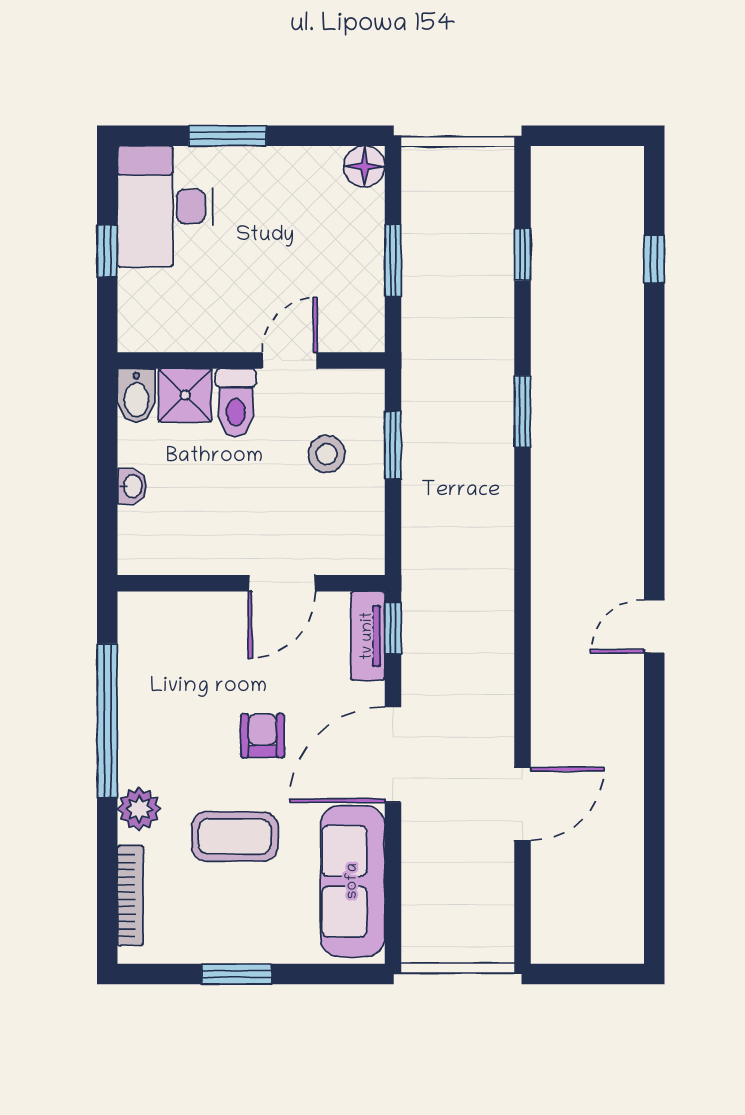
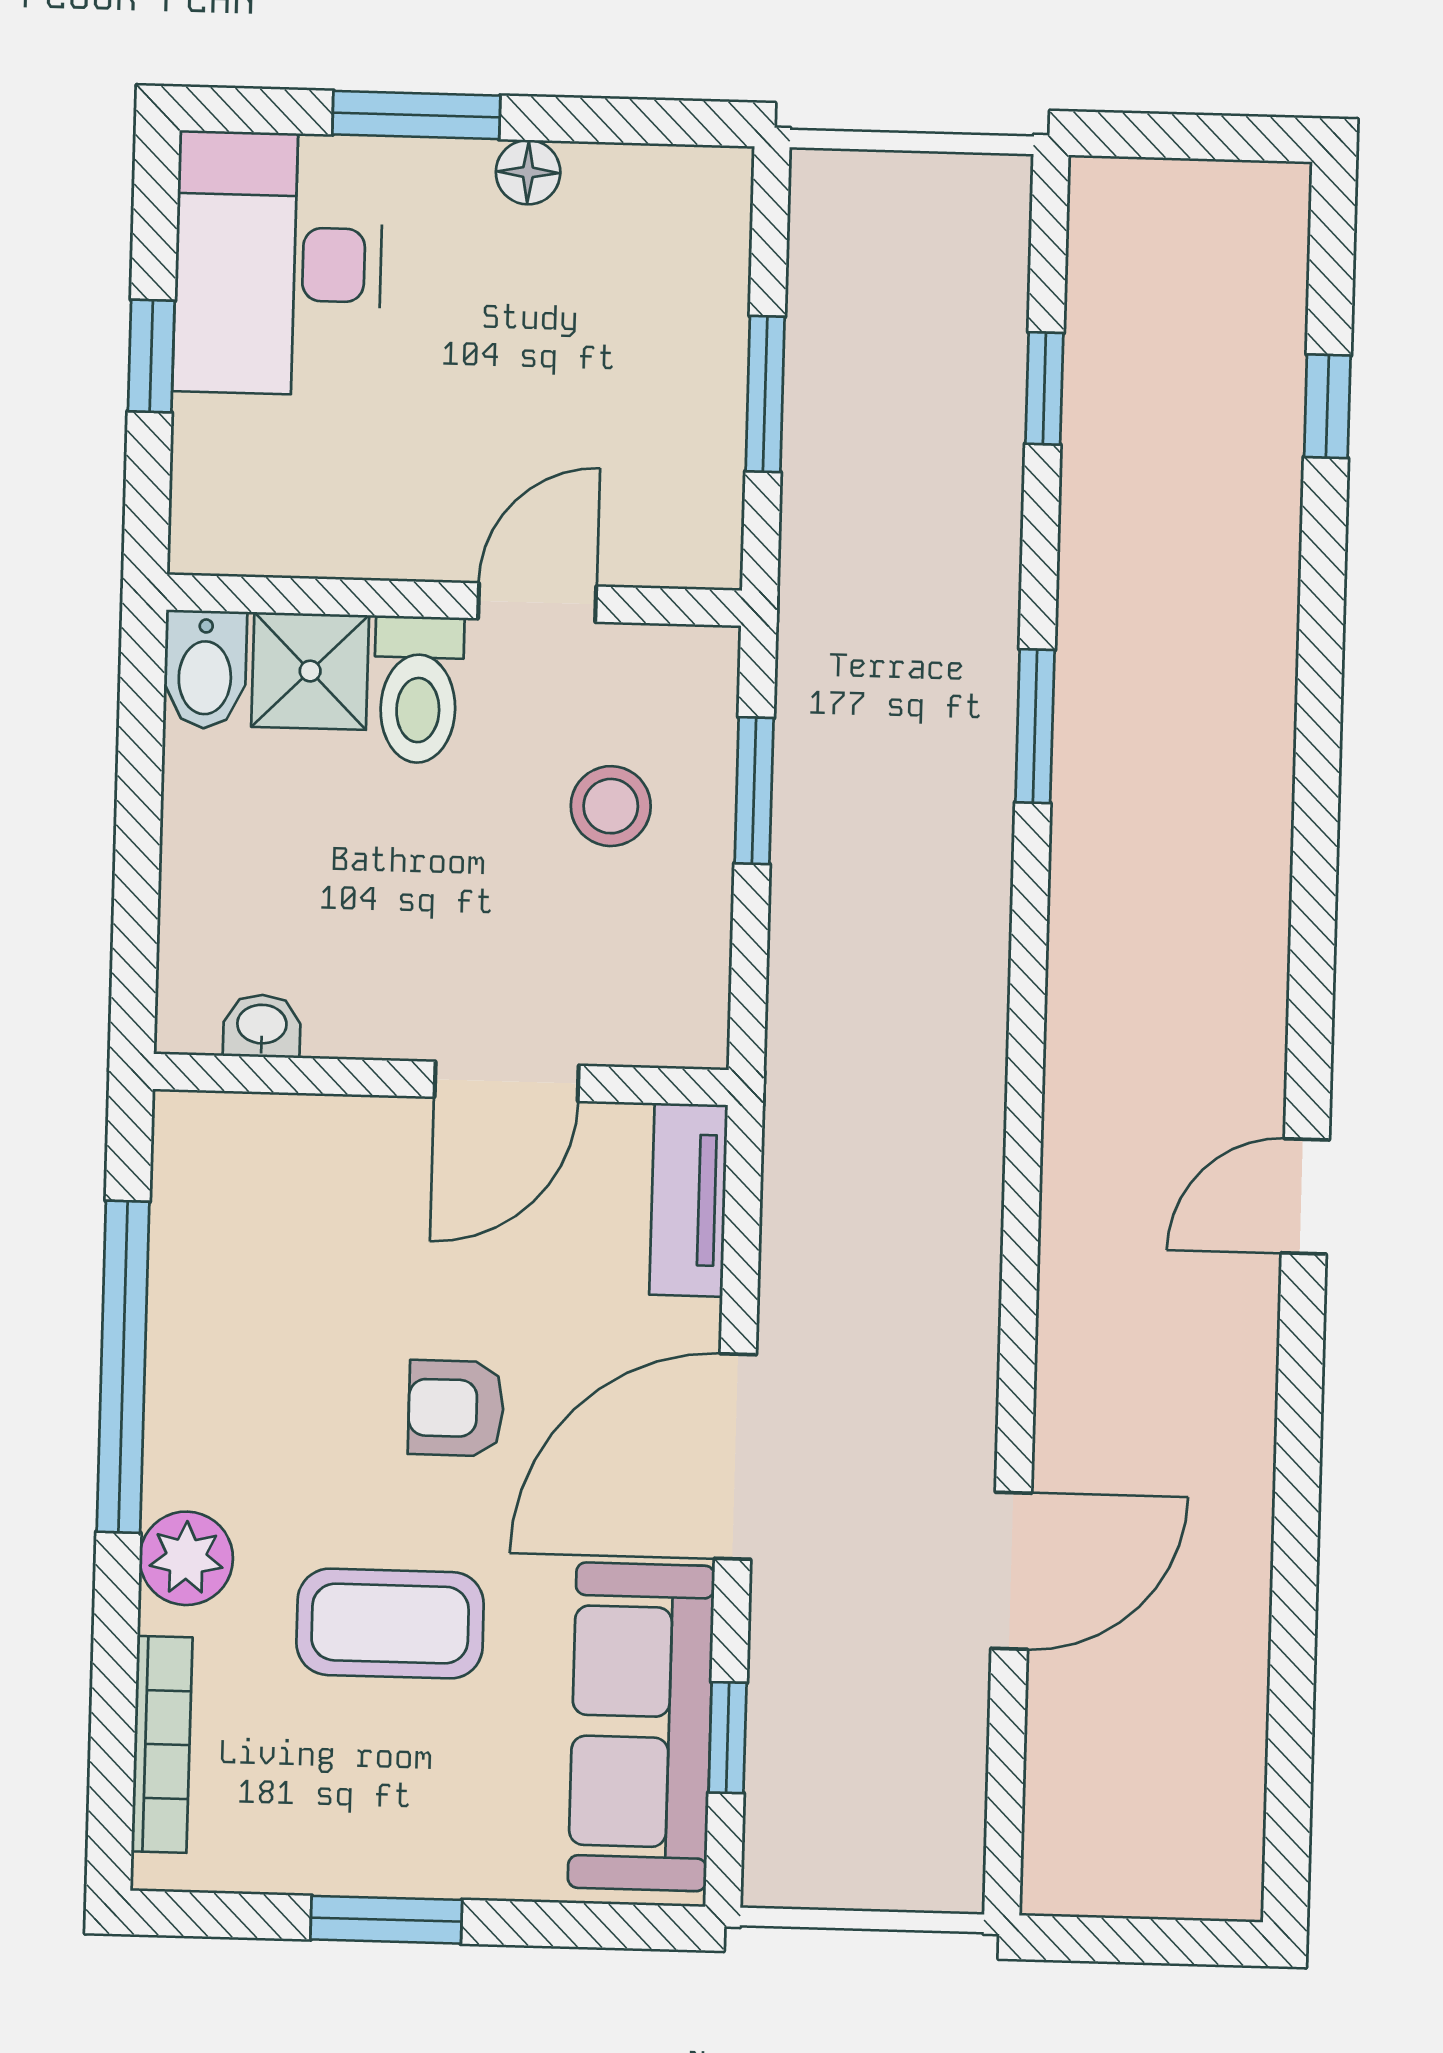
floor lamp: (364, 166) -> (528, 172), moved, width x0.73, depth x0.73
washbasin: (132, 486) -> (262, 1026), moved, turned -90
window: (393, 628) -> (728, 1738), moved
armchair: (262, 736) -> (456, 1408), turned -90

